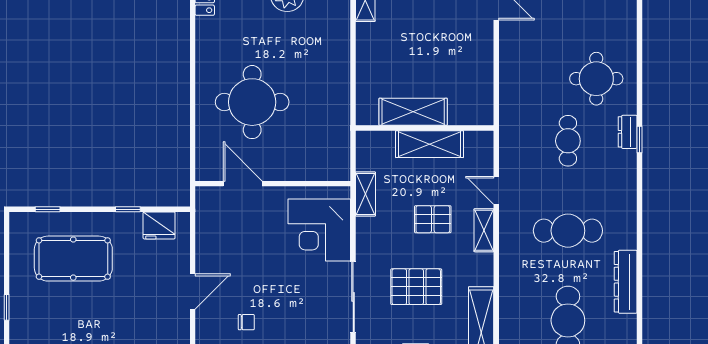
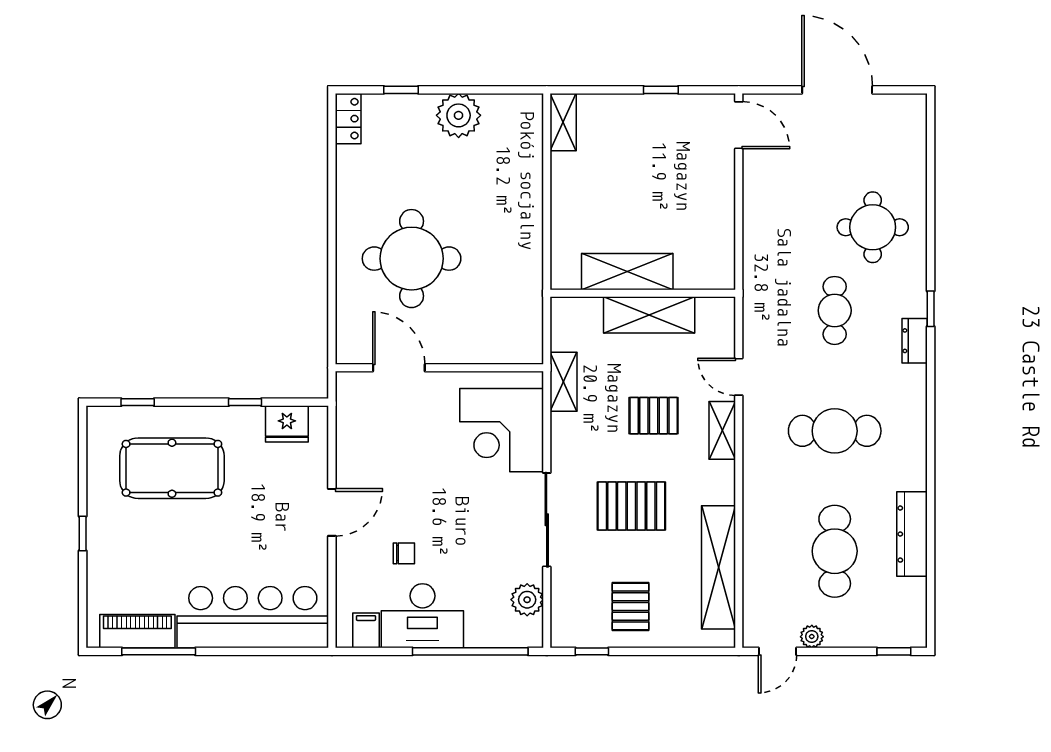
dresser: (628, 132) -> (915, 341), moved
dresser: (626, 282) -> (912, 534), moved

